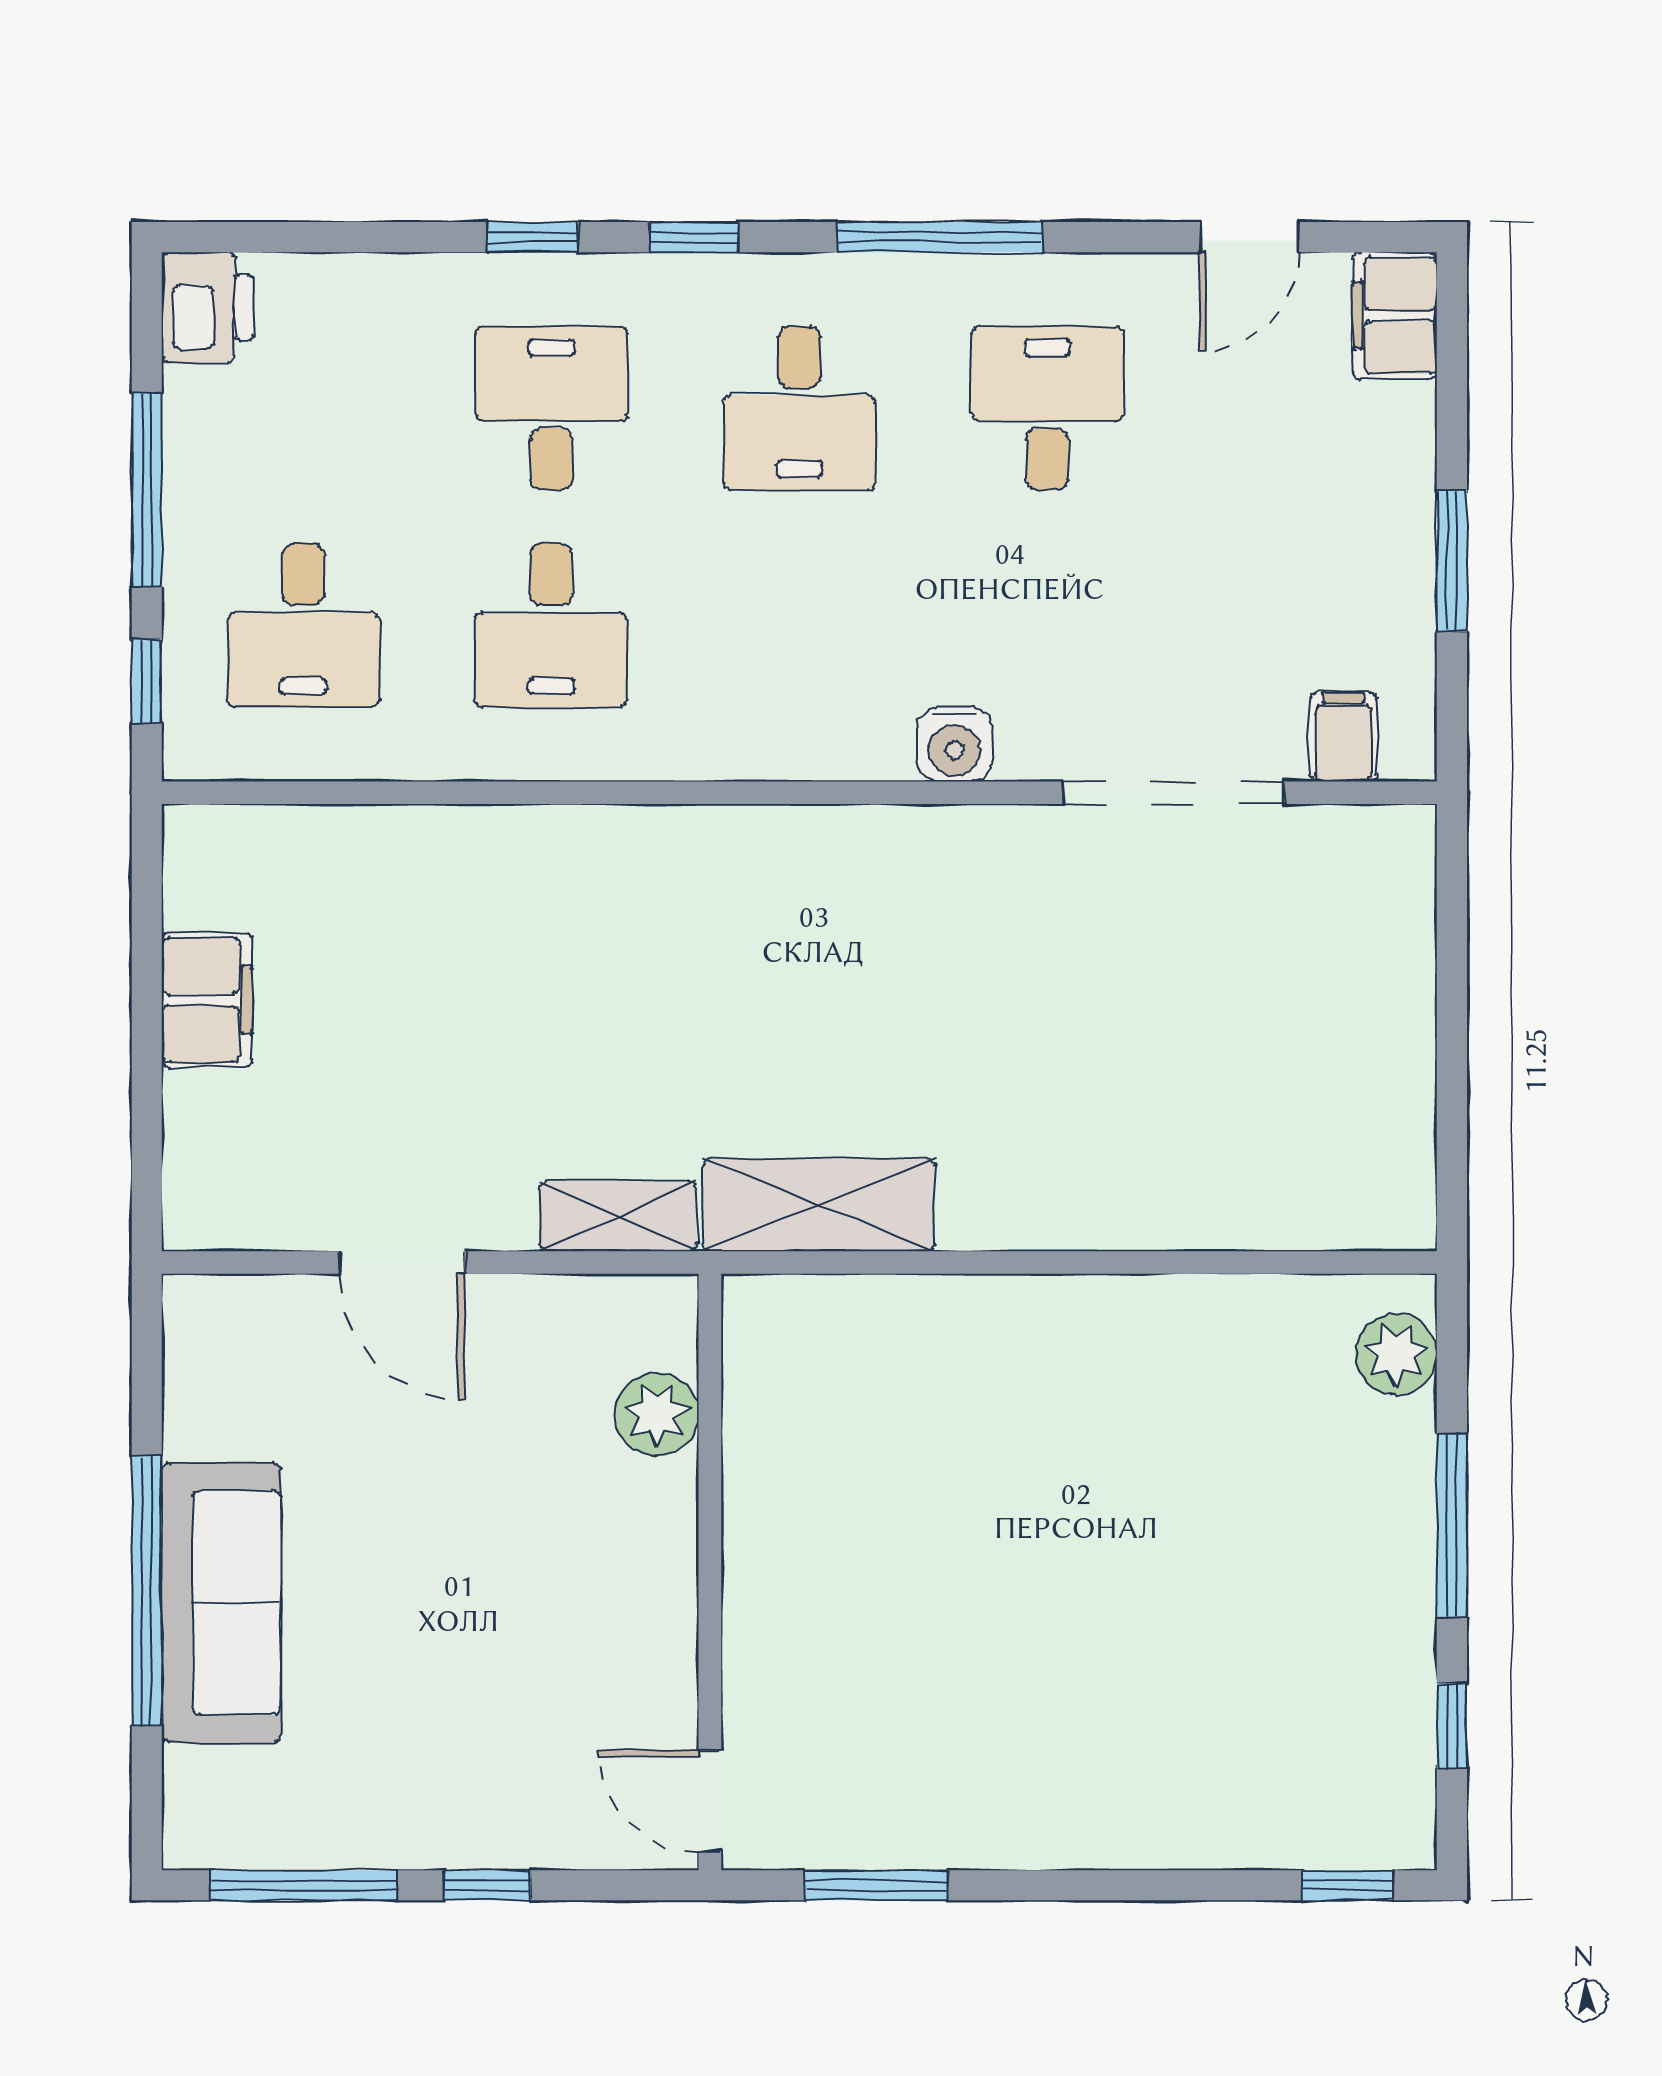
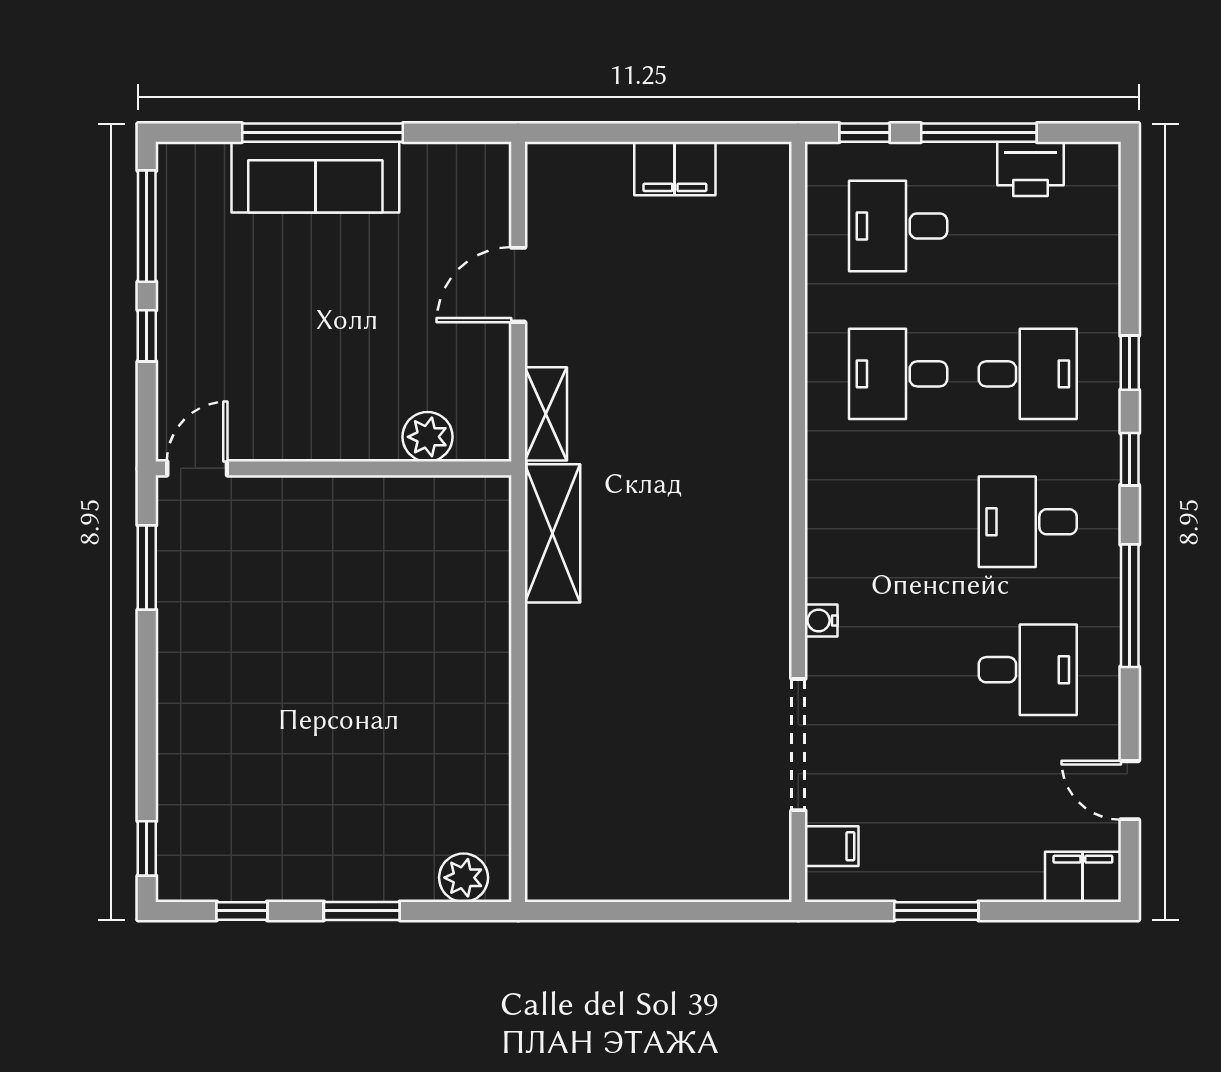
printer: (208, 307) -> (1031, 169), moved
water cooler: (954, 744) -> (821, 620), width x0.72, depth x0.72
window: (1452, 1525) -> (362, 911), width x0.69

